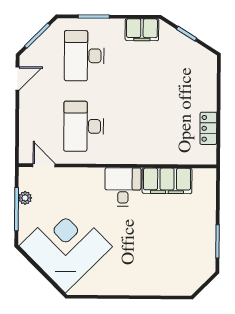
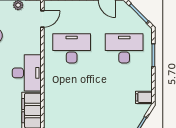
filing cabinet: (142, 30) -> (144, 97), width x0.50
desk: (123, 187) -> (27, 73), width x1.37

